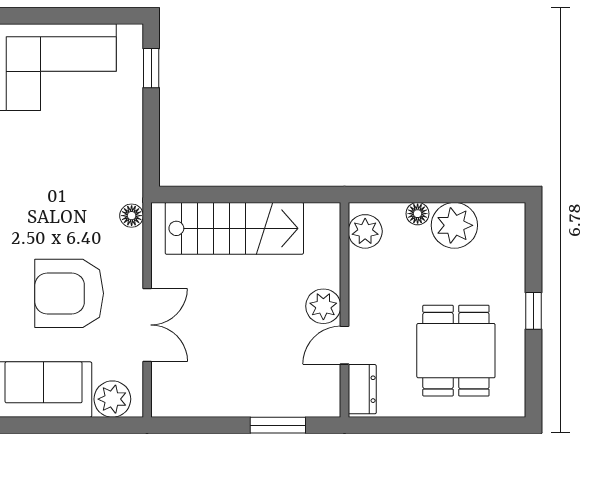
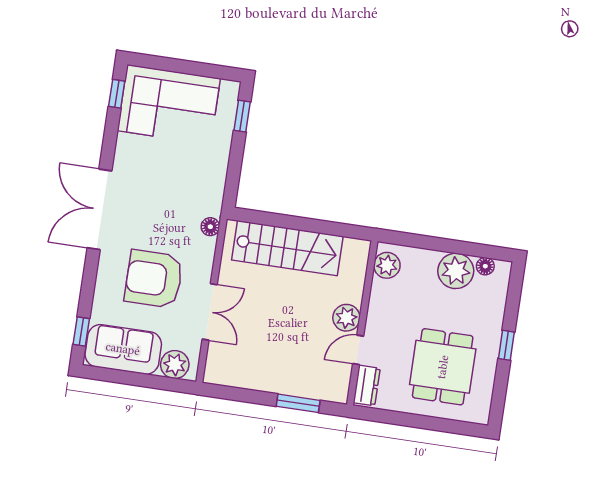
floor lamp: (418, 214) -> (485, 266), moved

